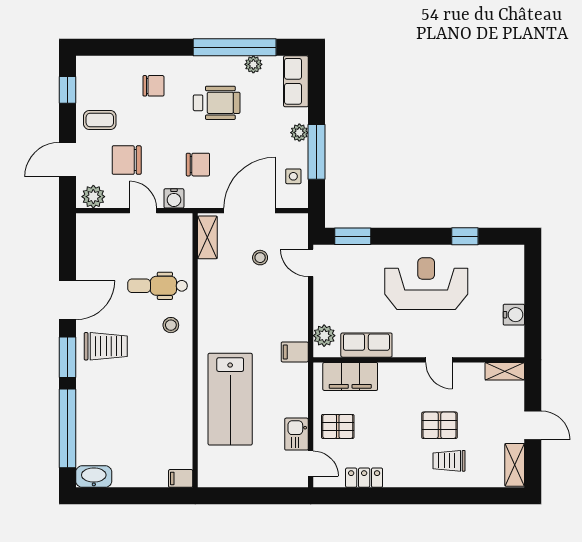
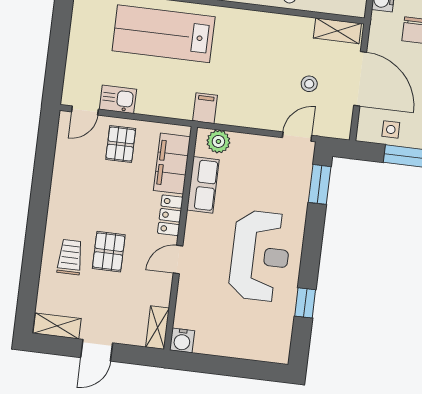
water cooler: (514, 315) -> (182, 340), moved
locker: (364, 478) -> (170, 215), moved, turned 180

